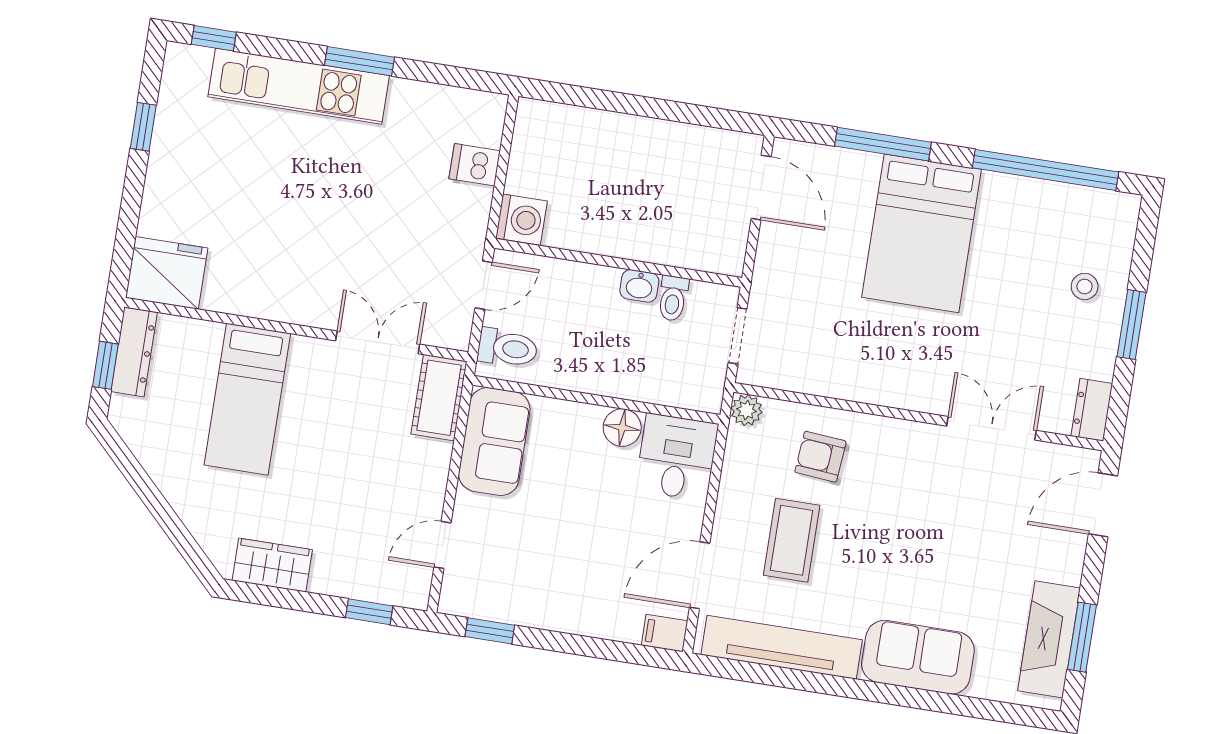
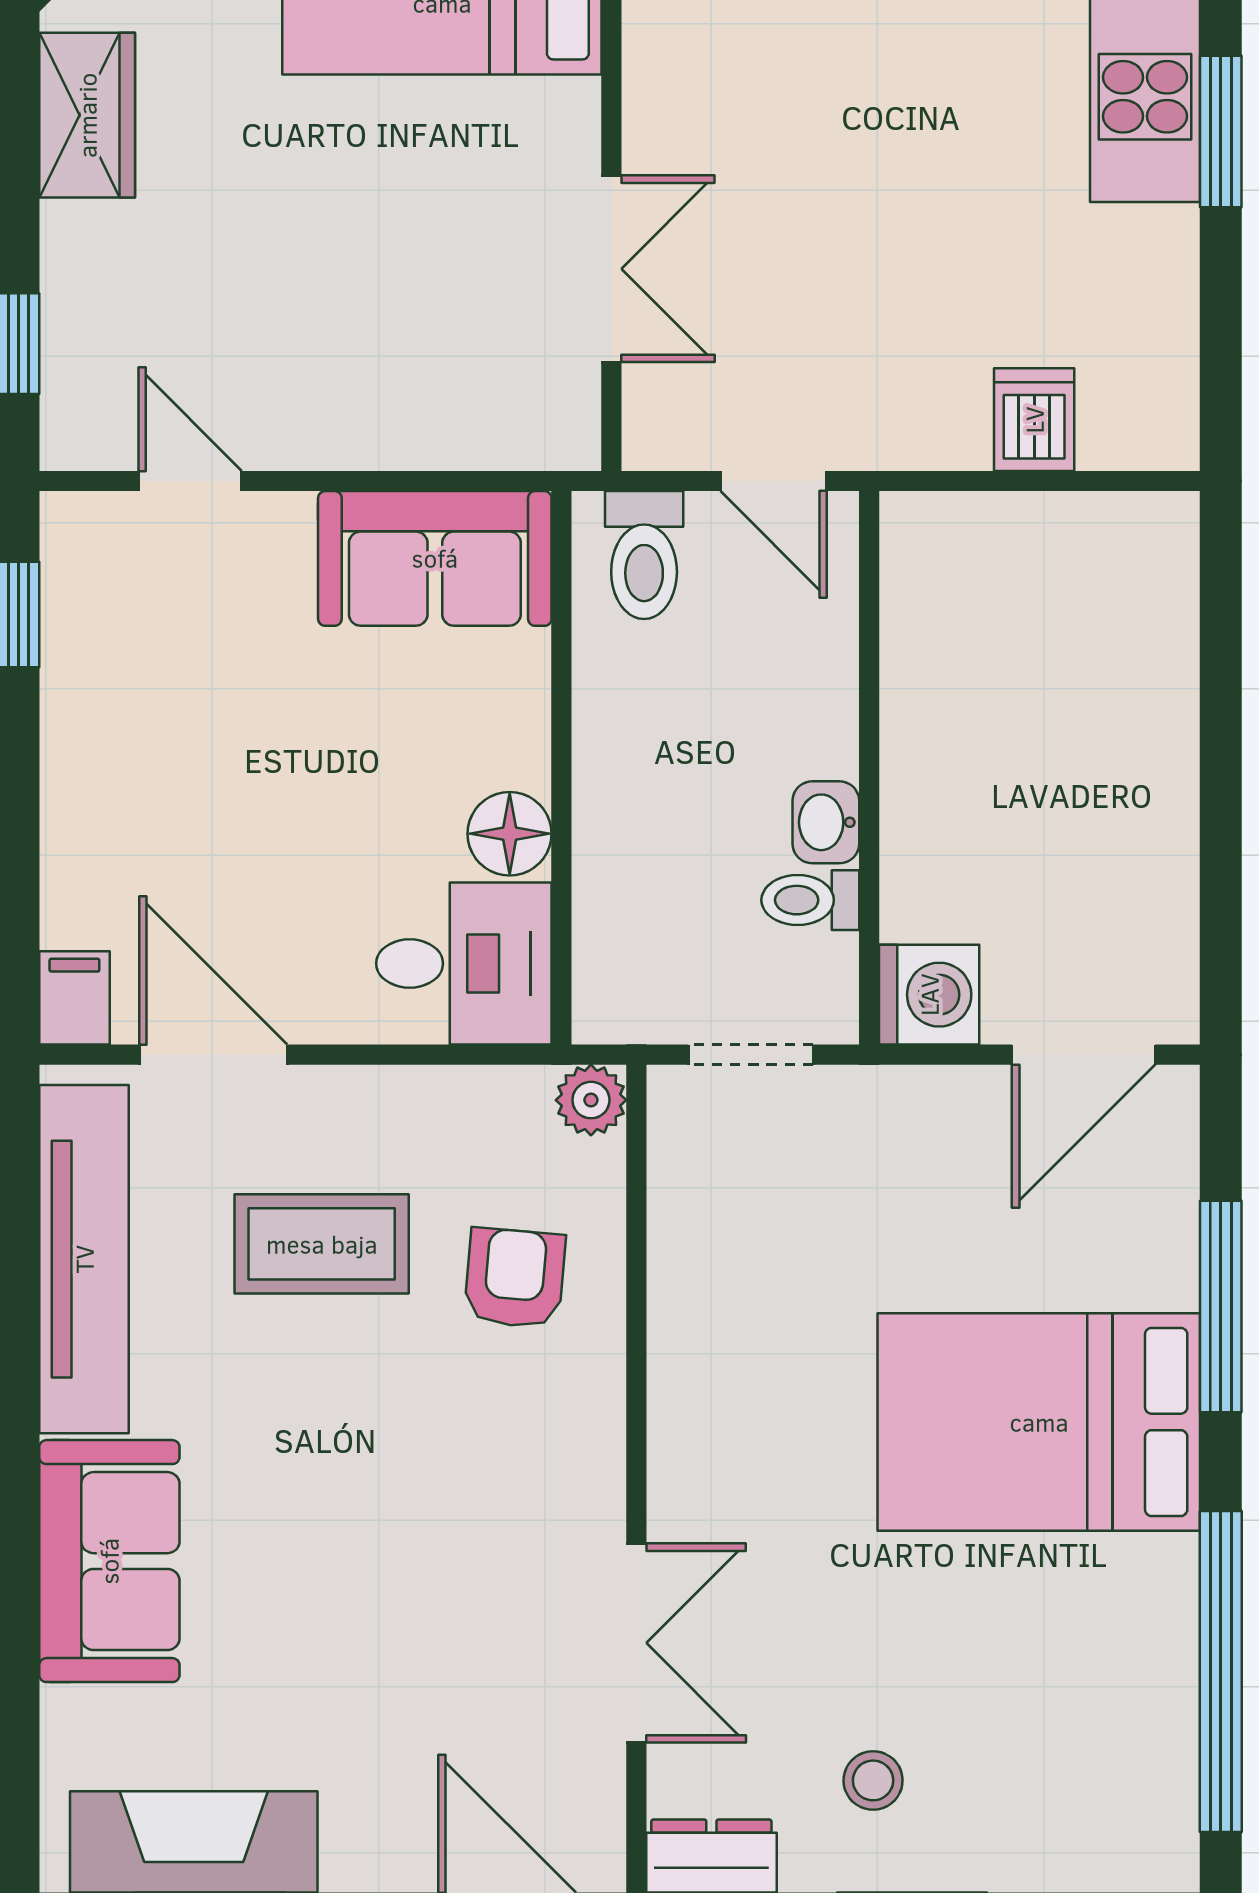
washing machine: (521, 220) -> (929, 995), moved, turned -90
stool: (1085, 286) -> (873, 1780), moved
cot: (439, 398) -> (512, 422), removed

